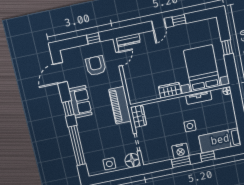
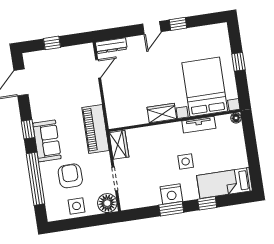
window: (93, 38) -> (52, 43), moved
armchair: (96, 66) -> (70, 176), moved
sofa: (80, 102) -> (47, 141), moved

